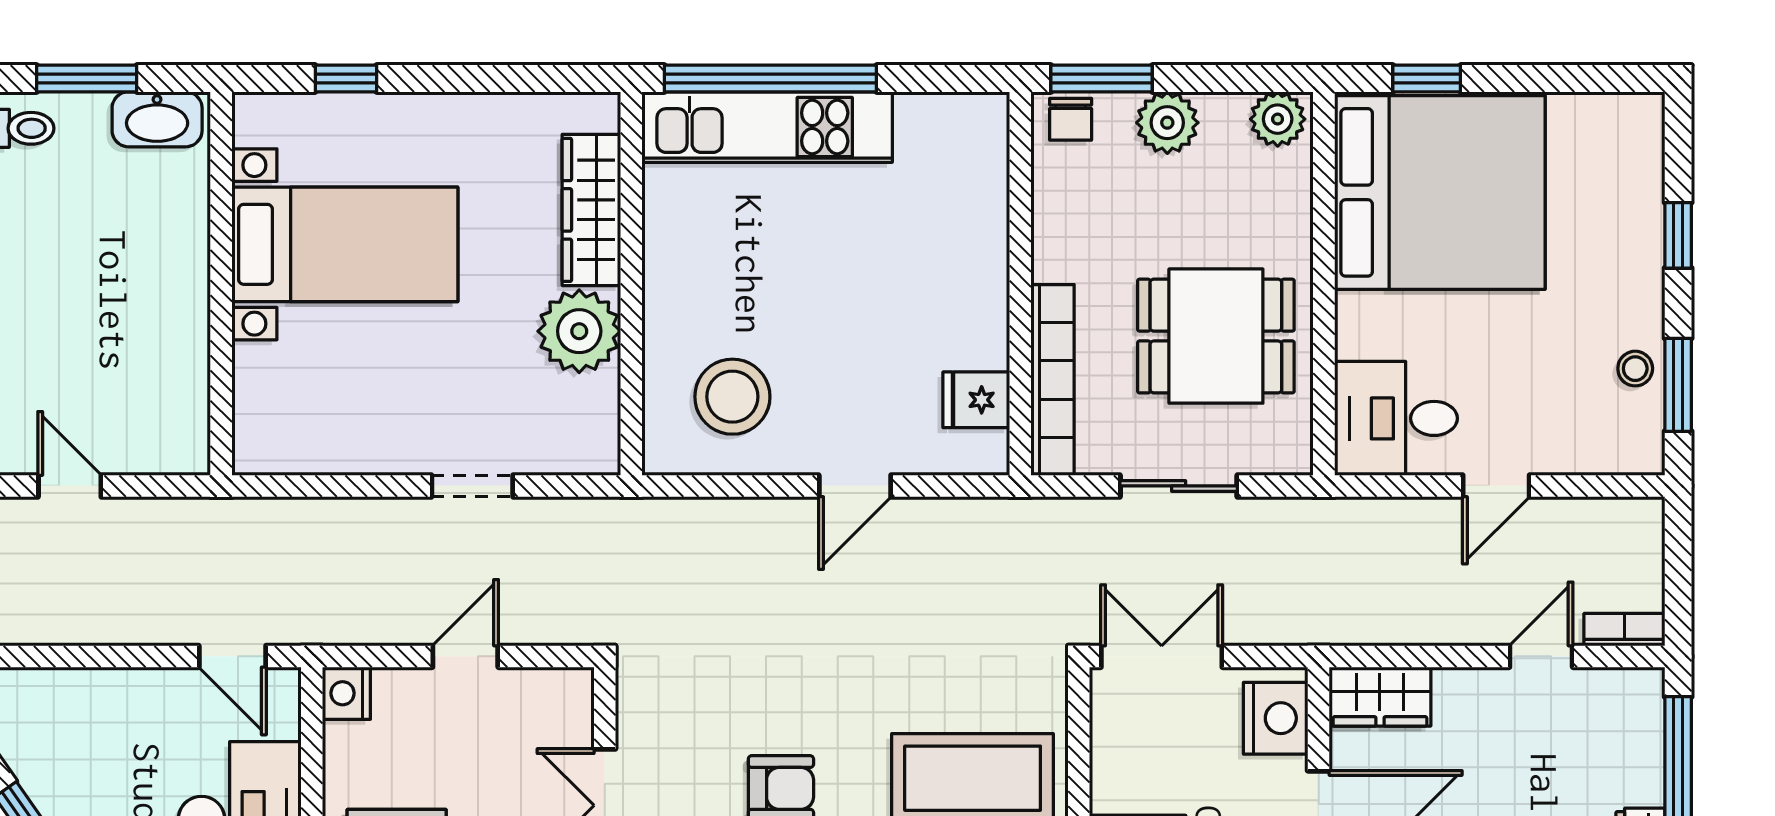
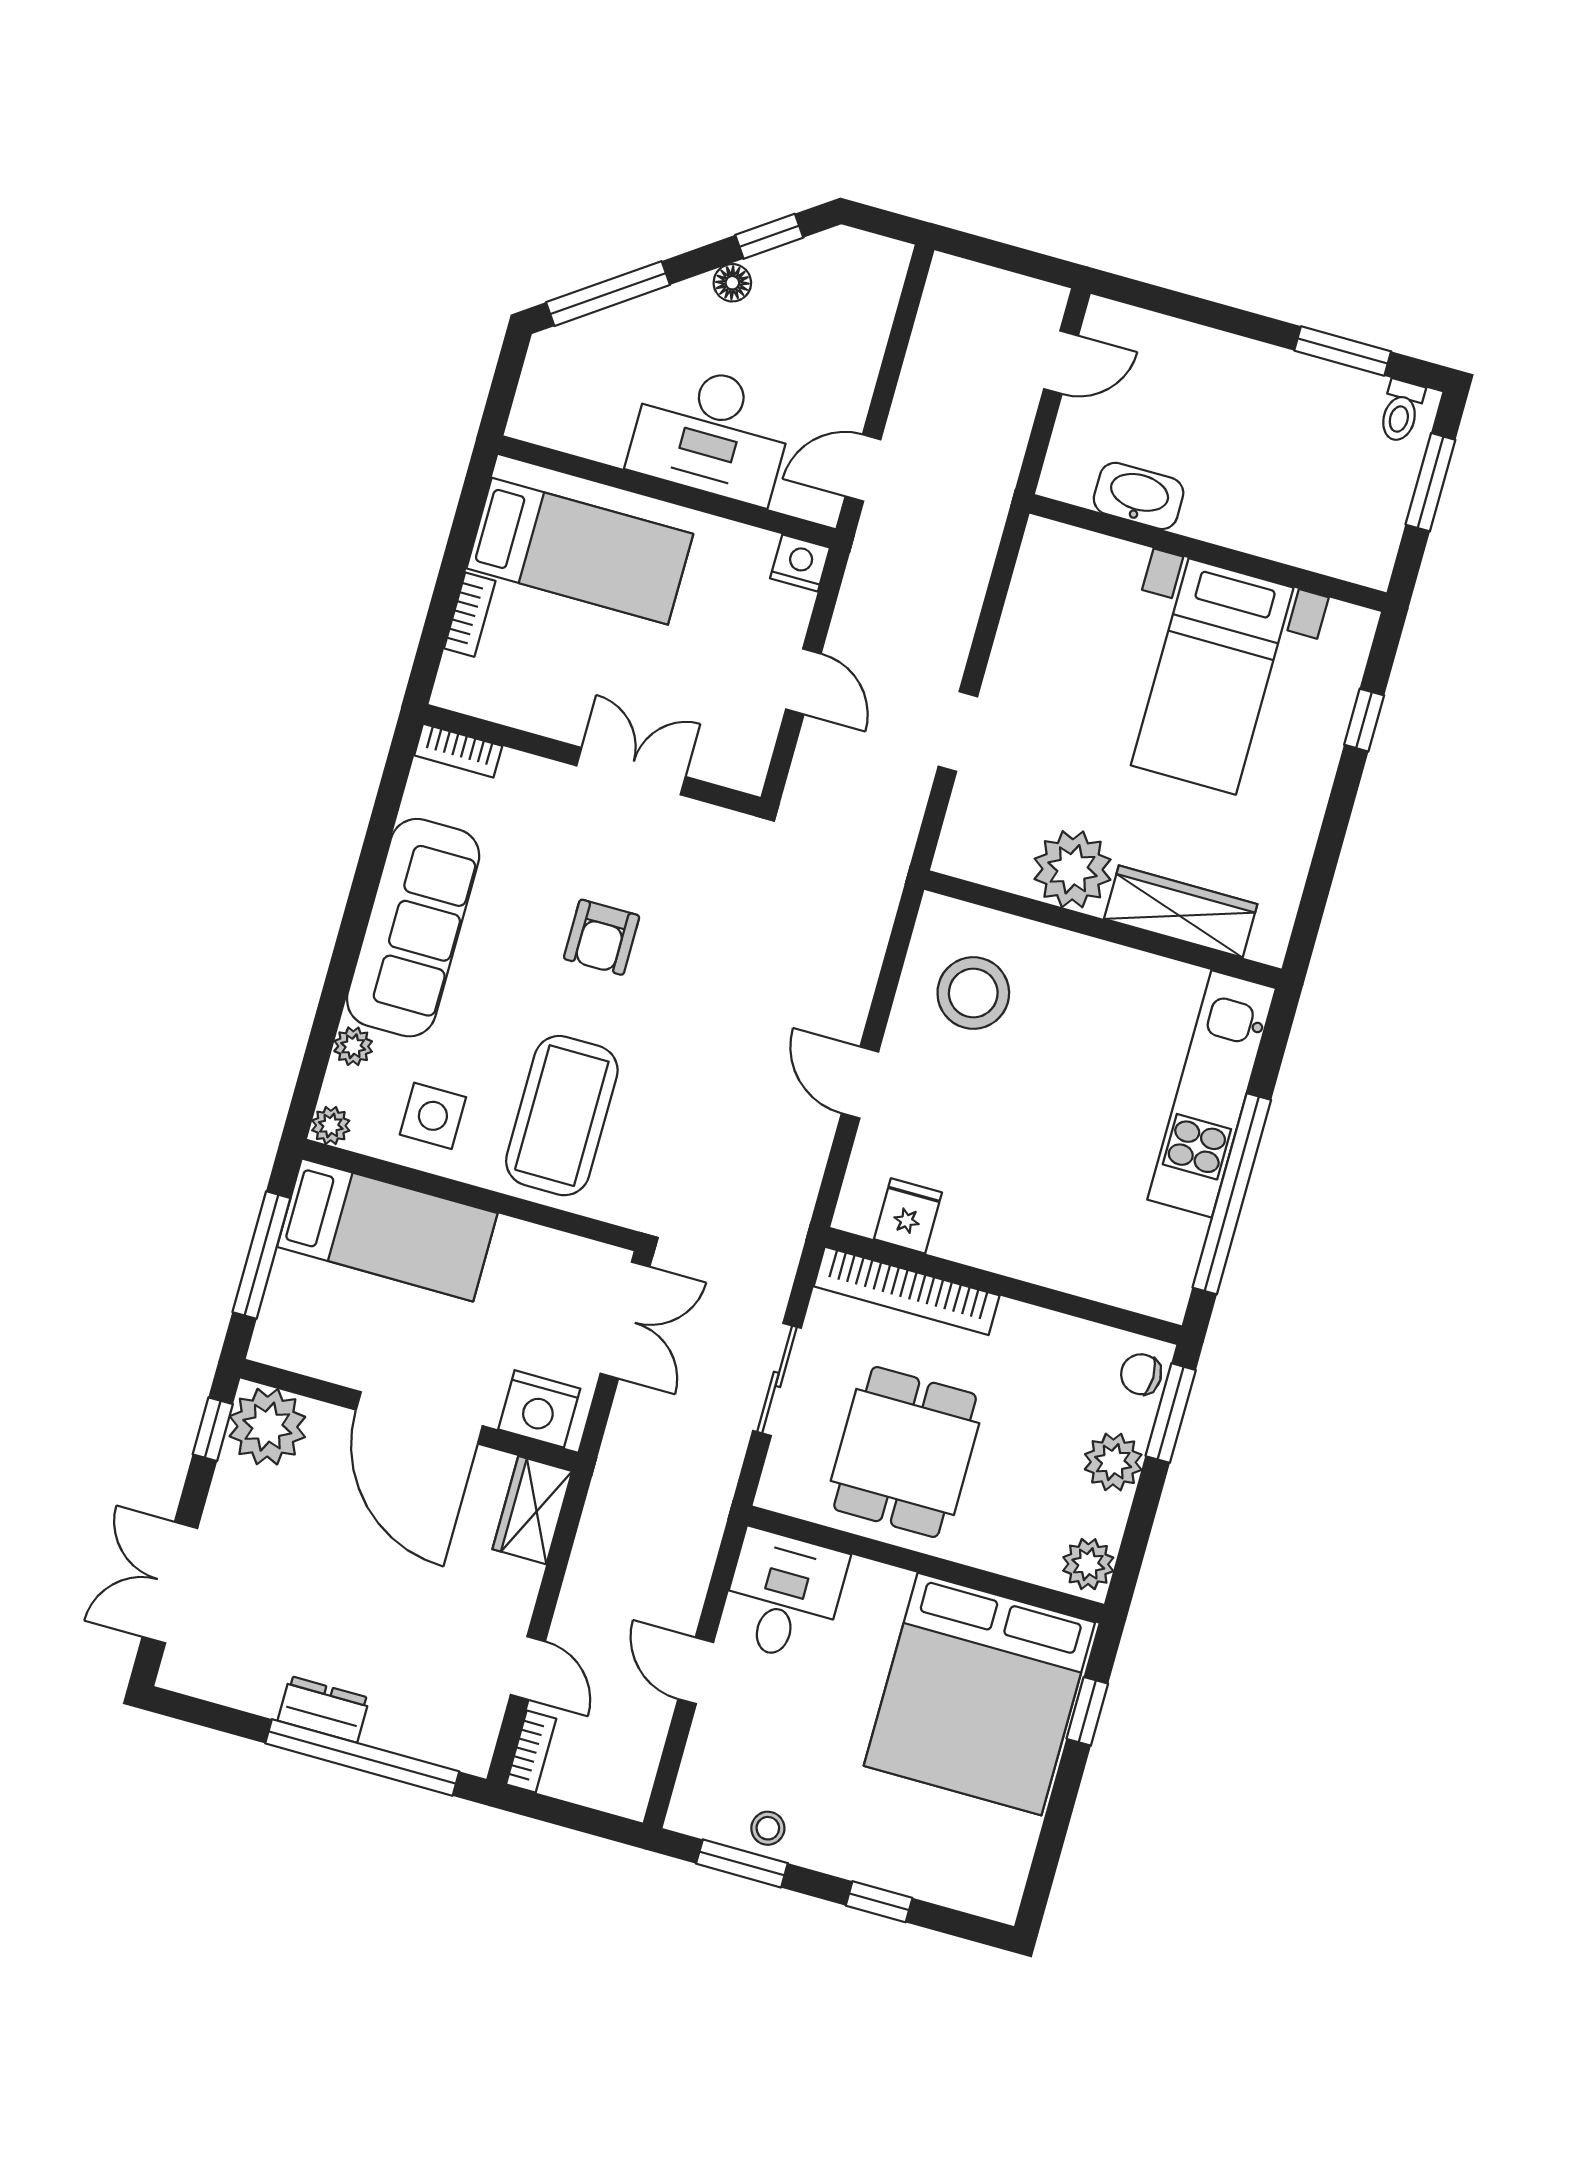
window: (770, 78) -> (1232, 1194), moved
washbasin: (157, 119) -> (1139, 496), moved, turned 90

